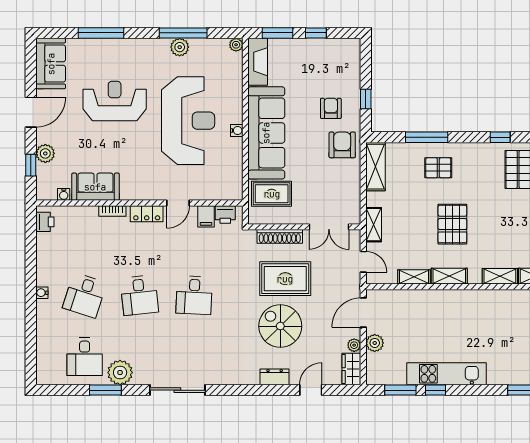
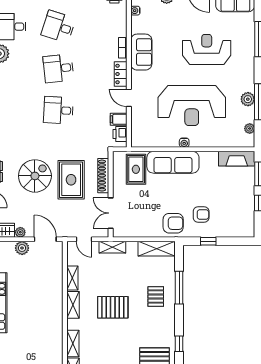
plant: (236, 45) -> (250, 129), moved
reception desk: (115, 101) -> (207, 49), turned -90
sofa: (266, 133) -> (173, 162), width x0.74, depth x0.79
sofa: (95, 187) -> (141, 52), moved
door: (363, 262) -> (84, 239), hinge flipped

